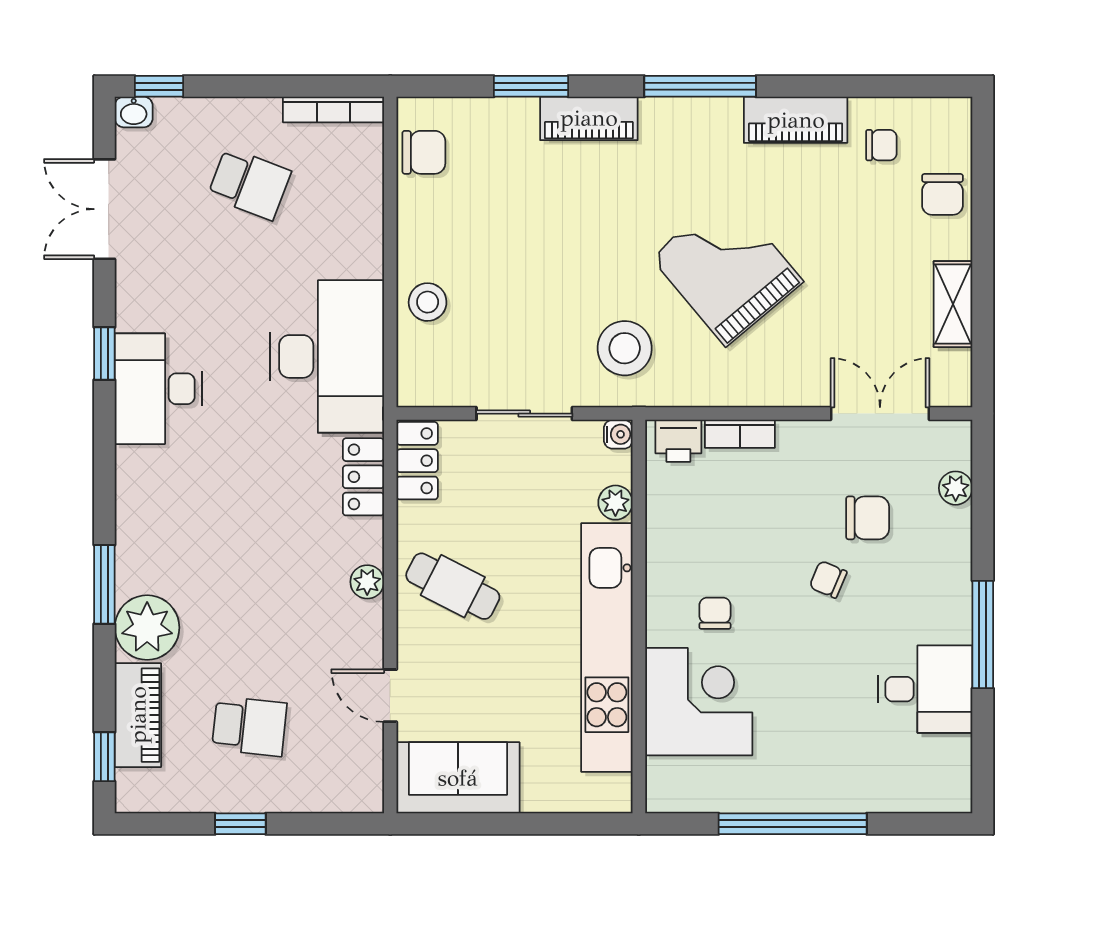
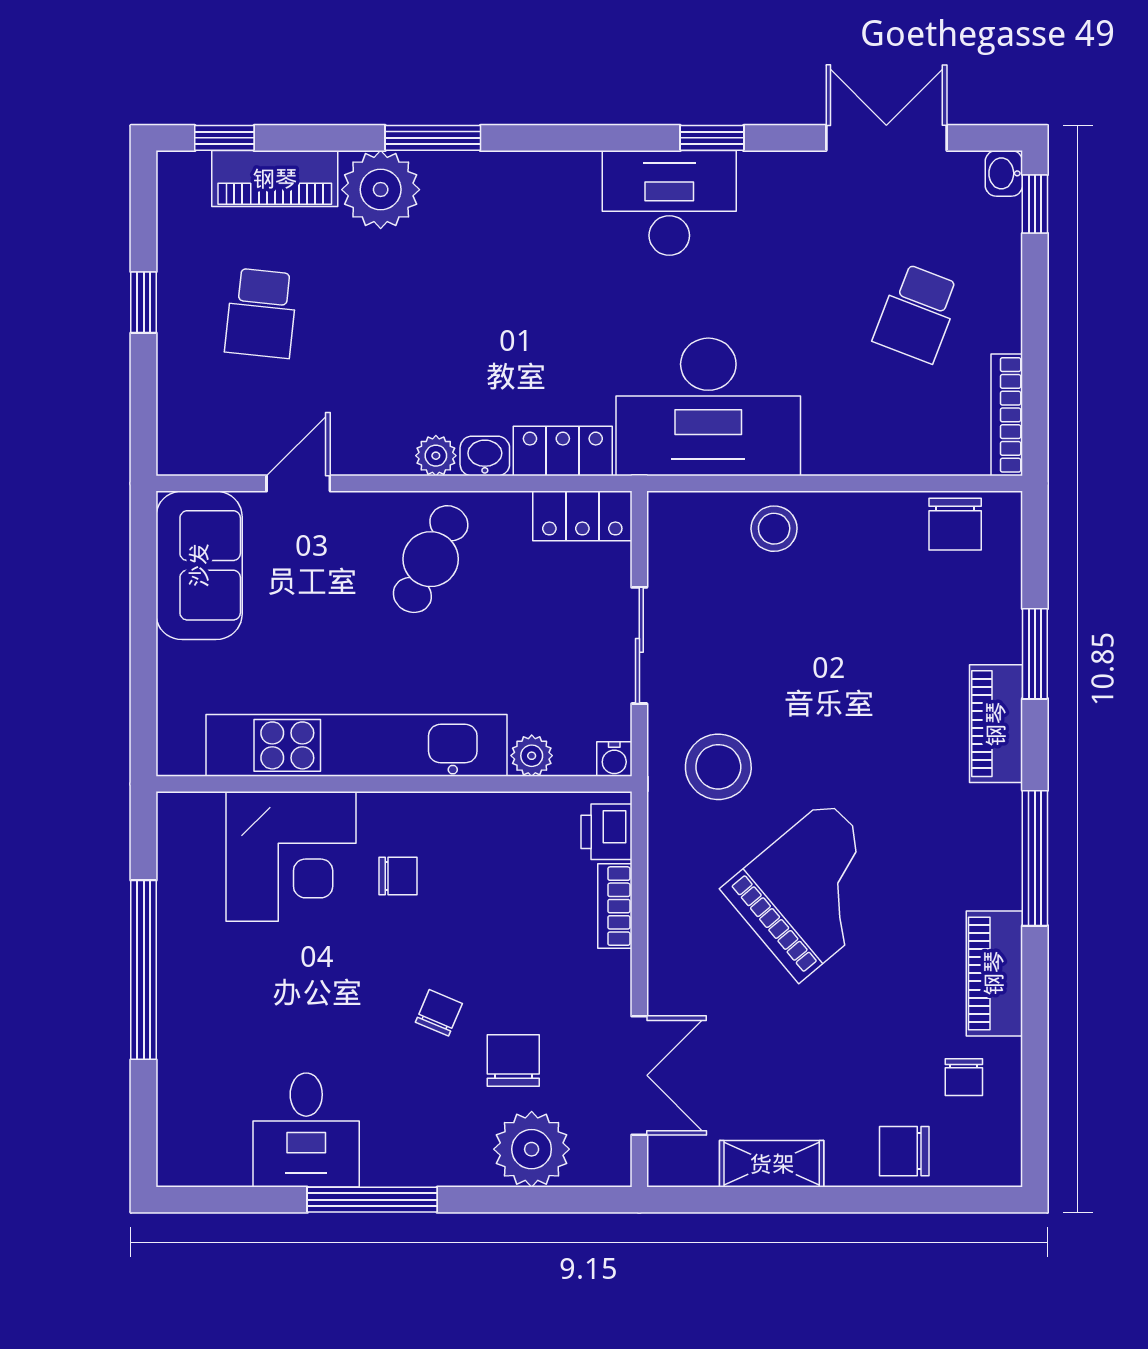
plant: (956, 488) -> (532, 1149), width x1.88, depth x1.88
chair: (868, 518) -> (513, 1061), turned 180
washbasin: (368, 541) -> (485, 456), added

